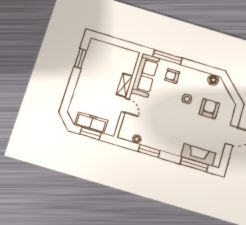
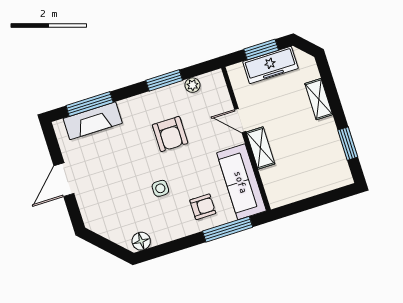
shelving: (79, 90) -> (319, 99), added
armchair: (209, 109) -> (170, 134), moved

